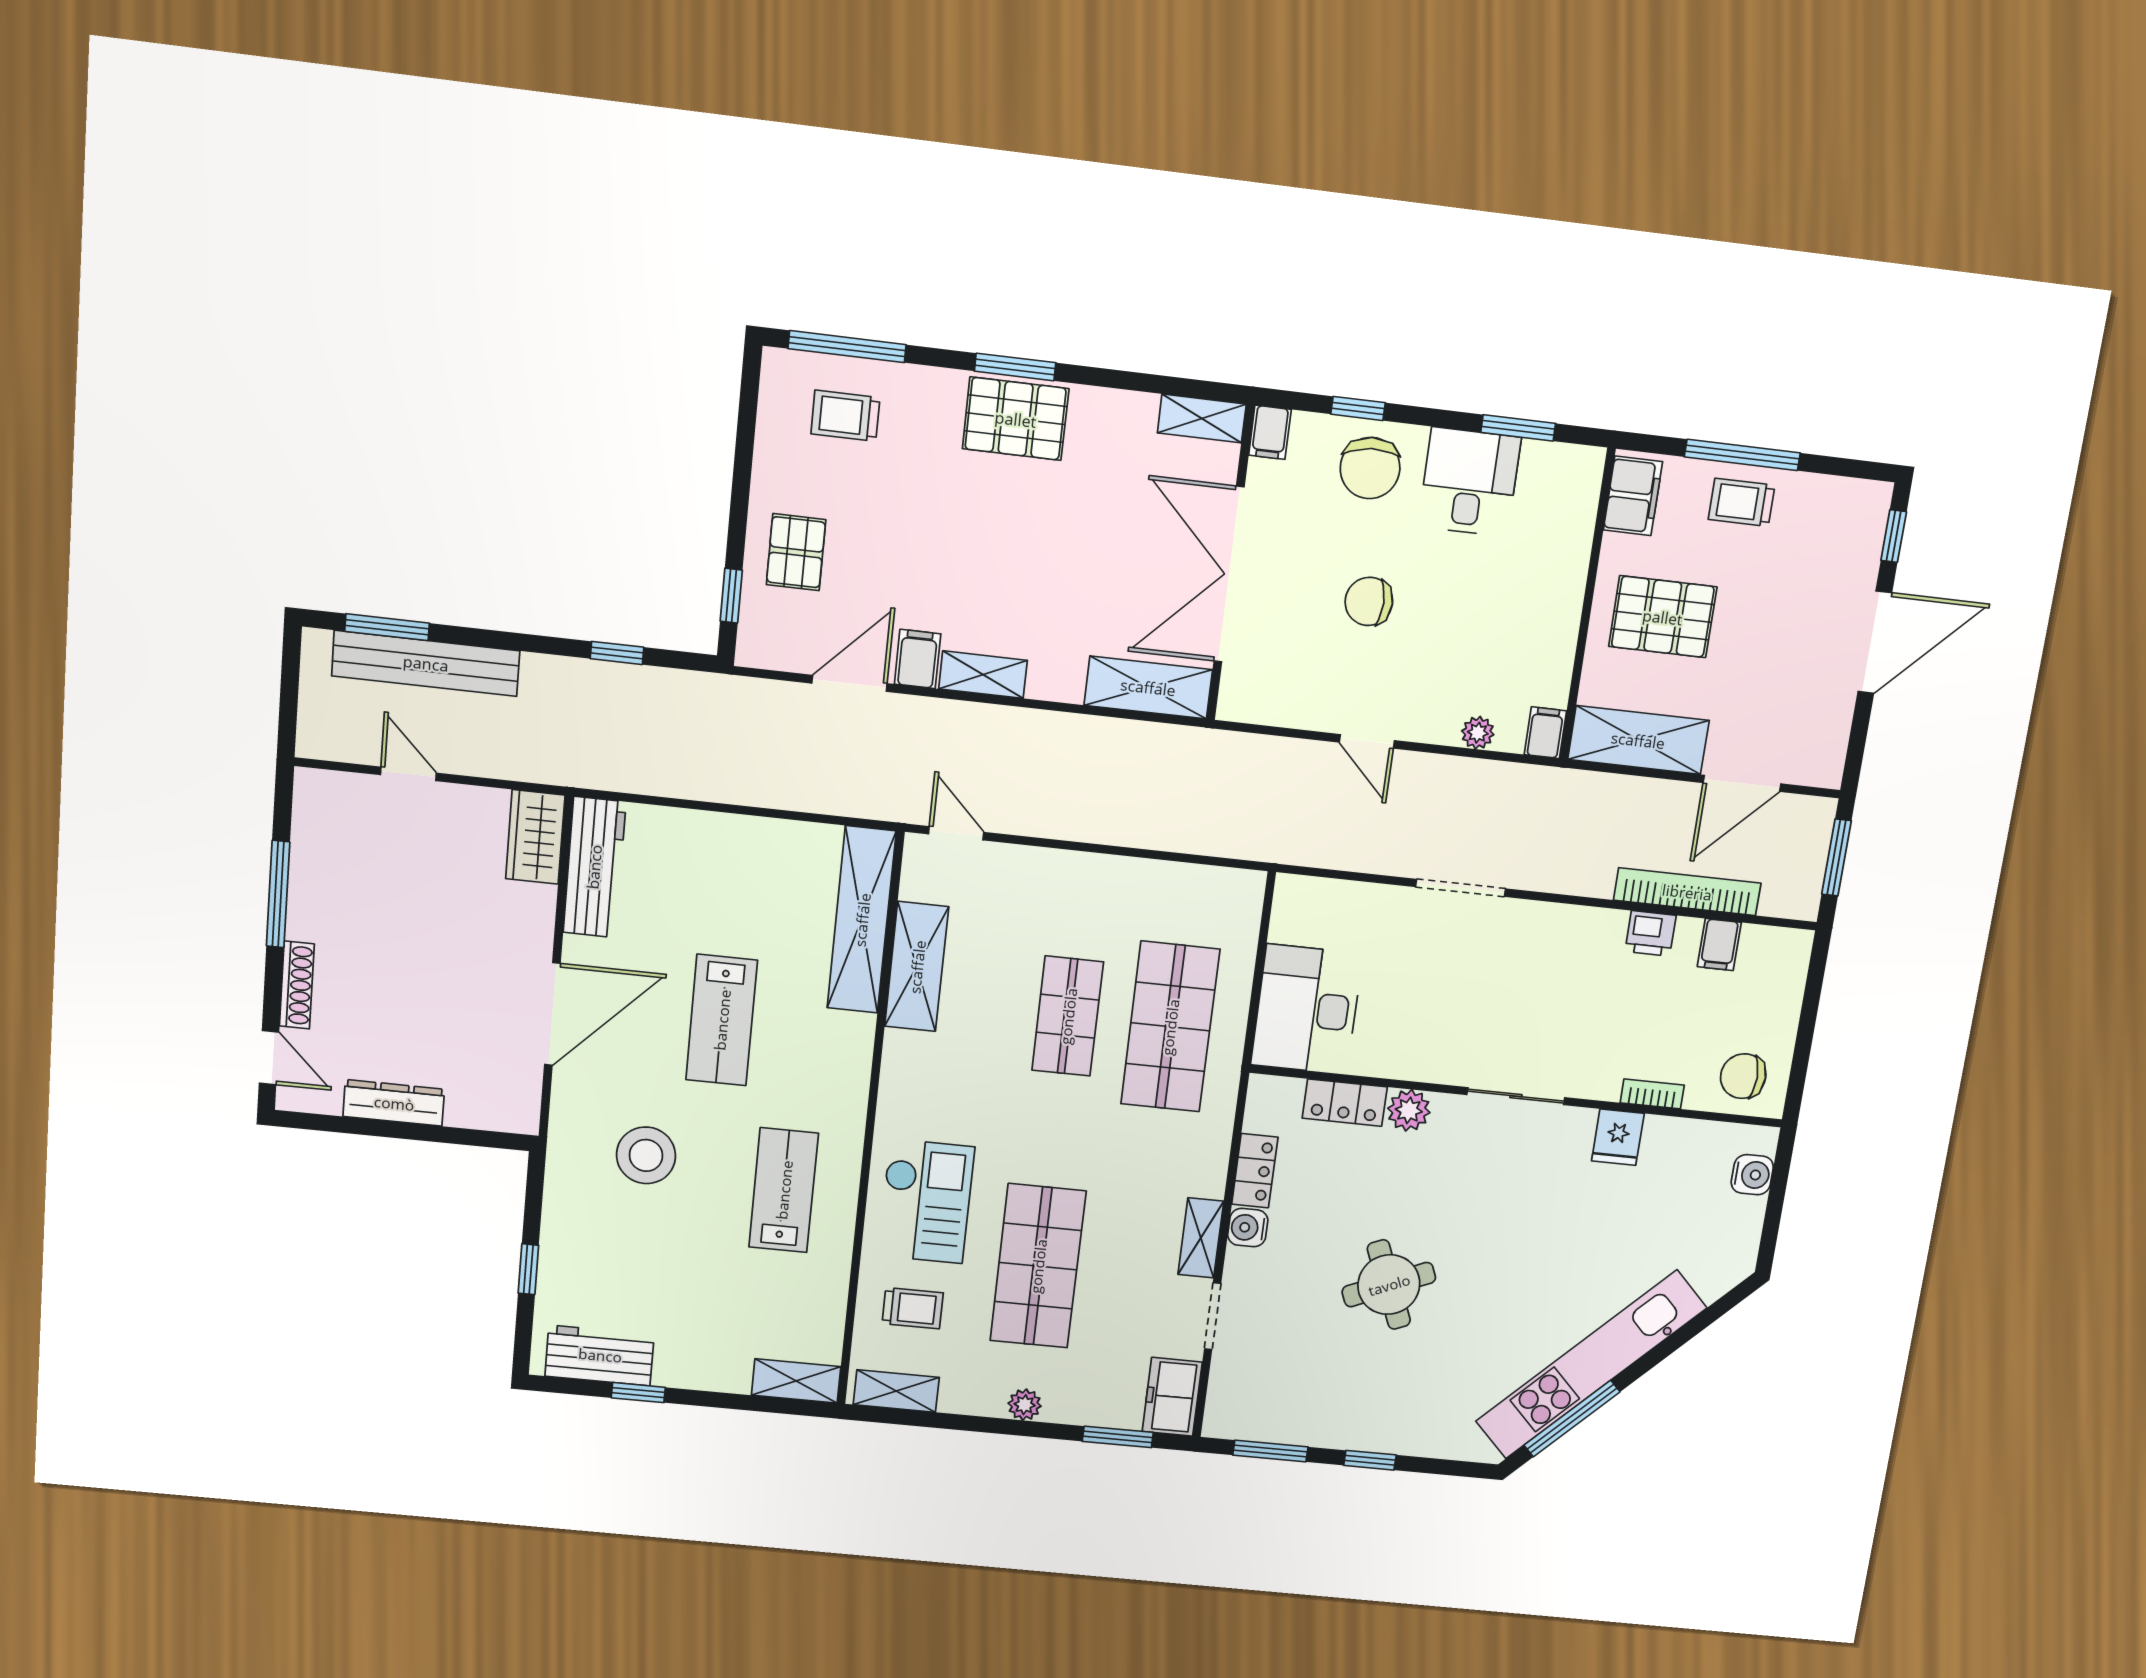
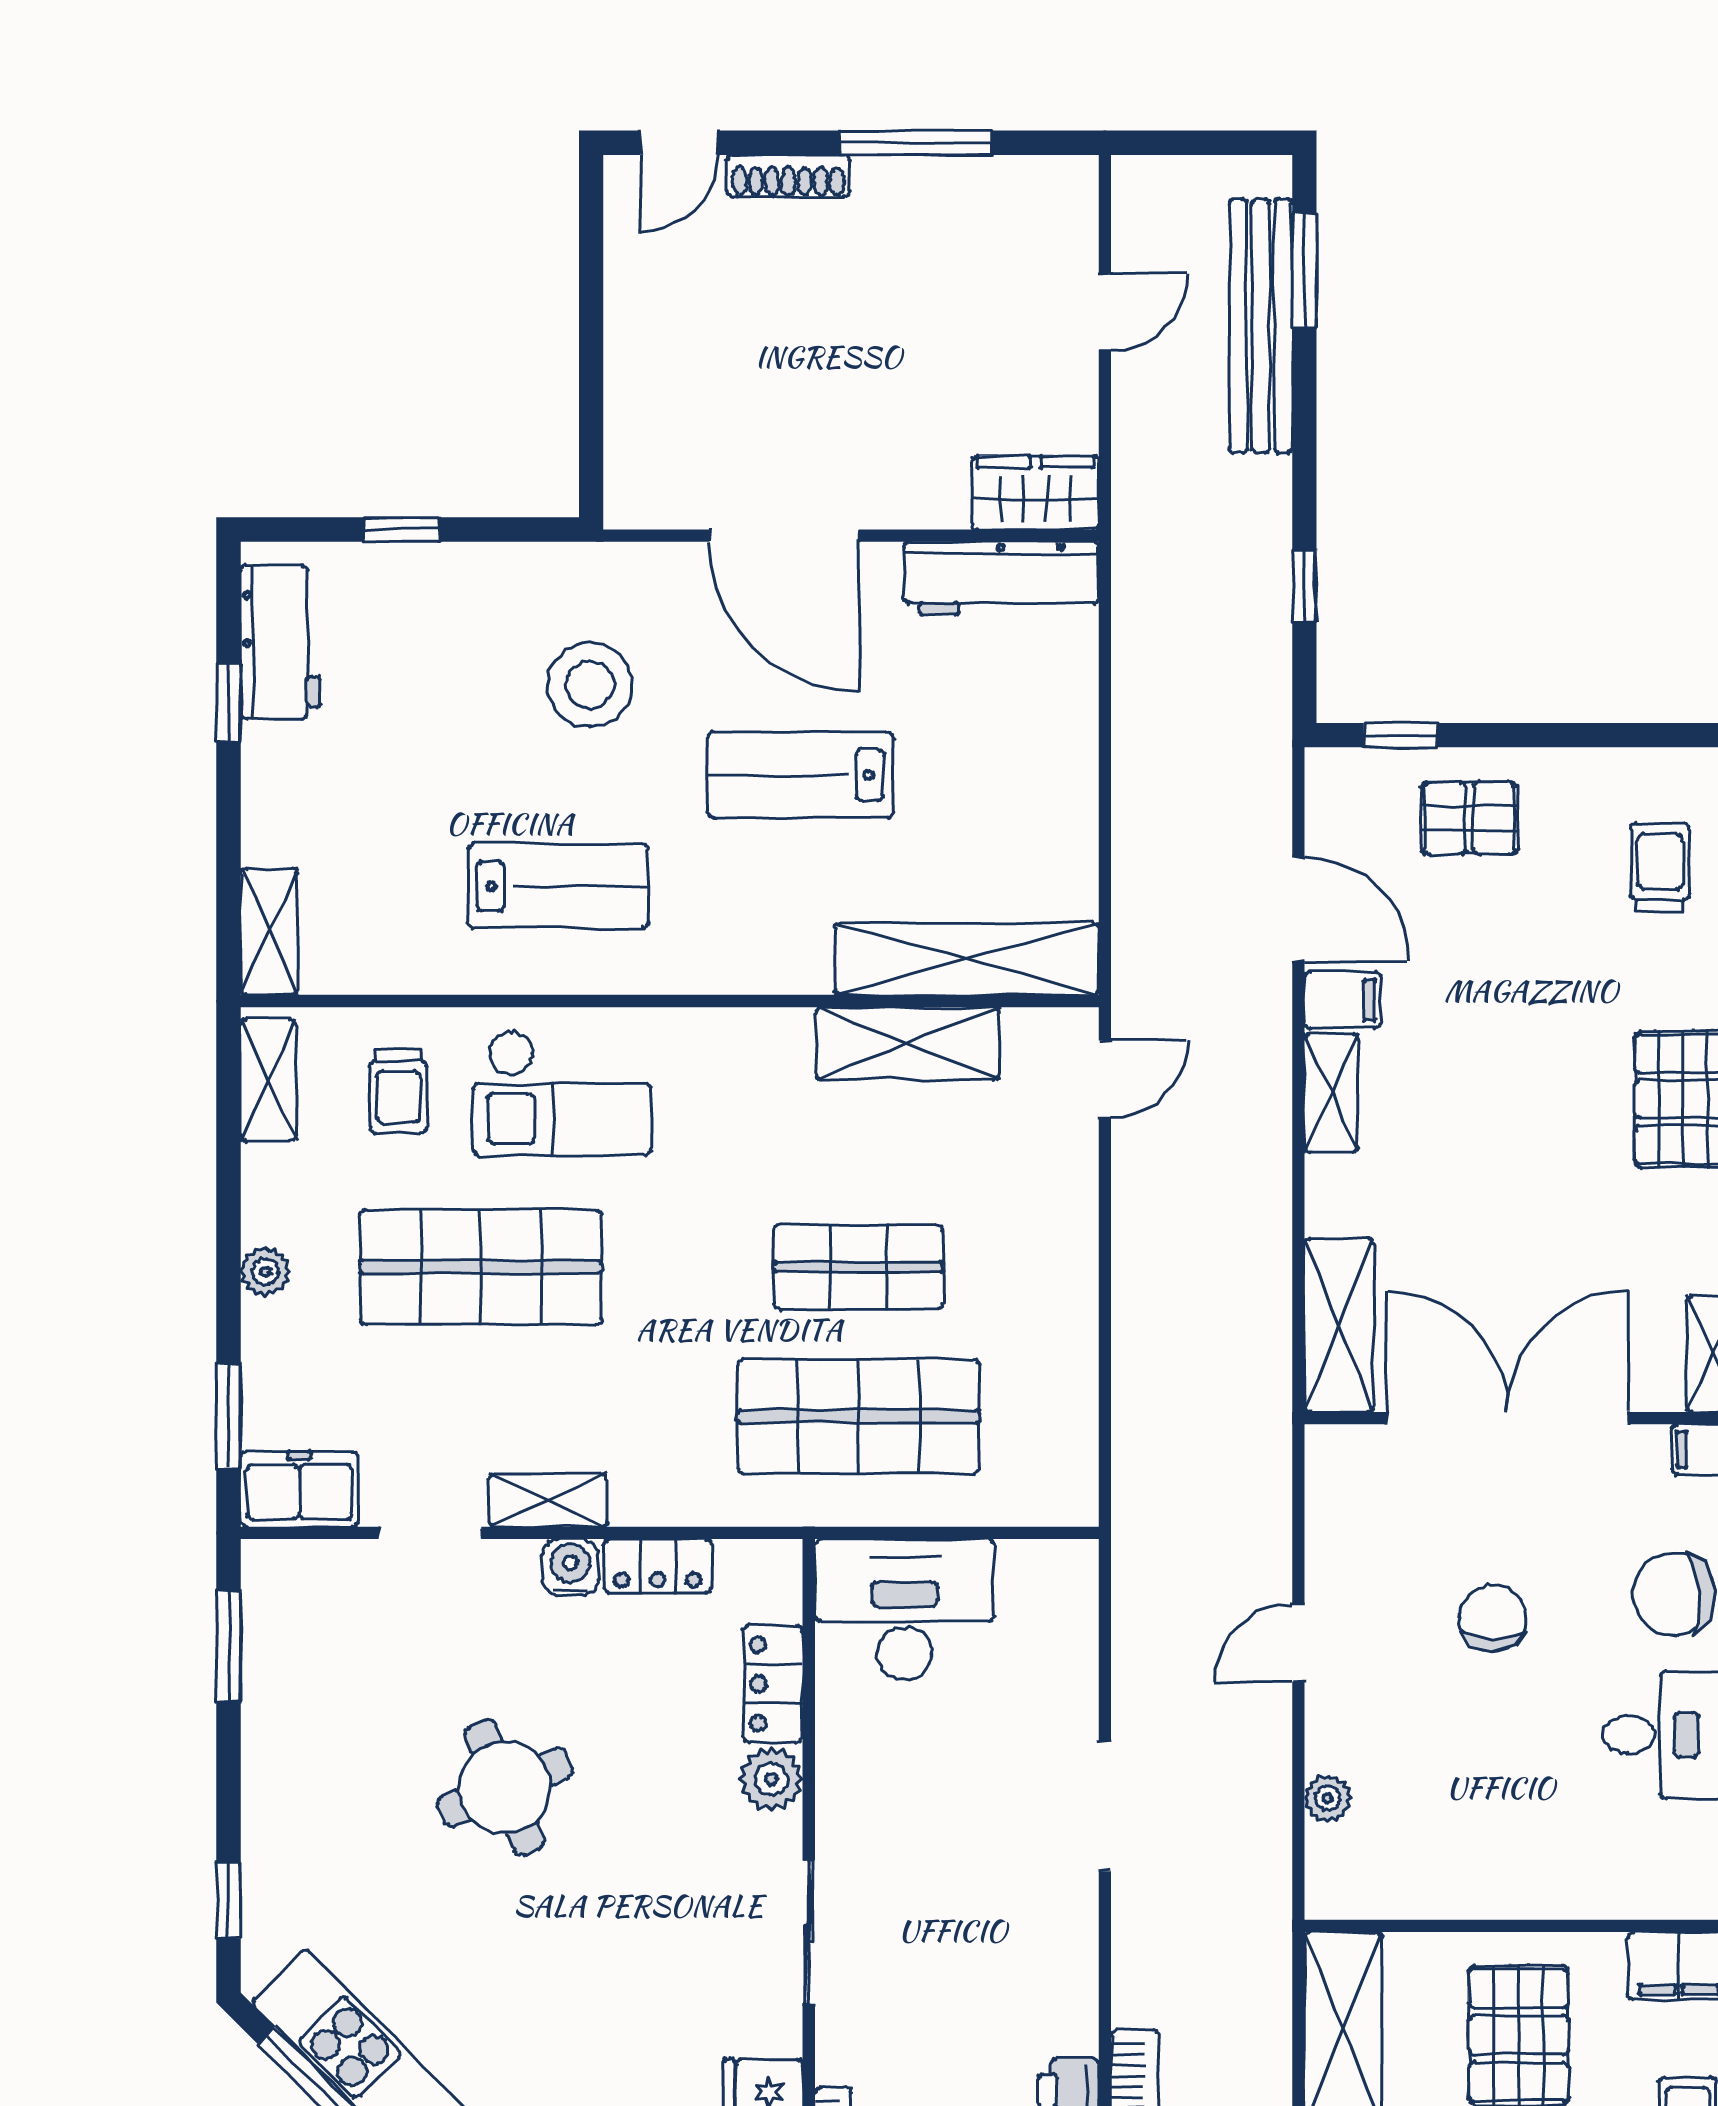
filing cabinet: (1545, 733) -> (1338, 1894), removed
dresser: (394, 1103) -> (631, 321), removed
window: (1370, 1460) -> (228, 1900), moved

